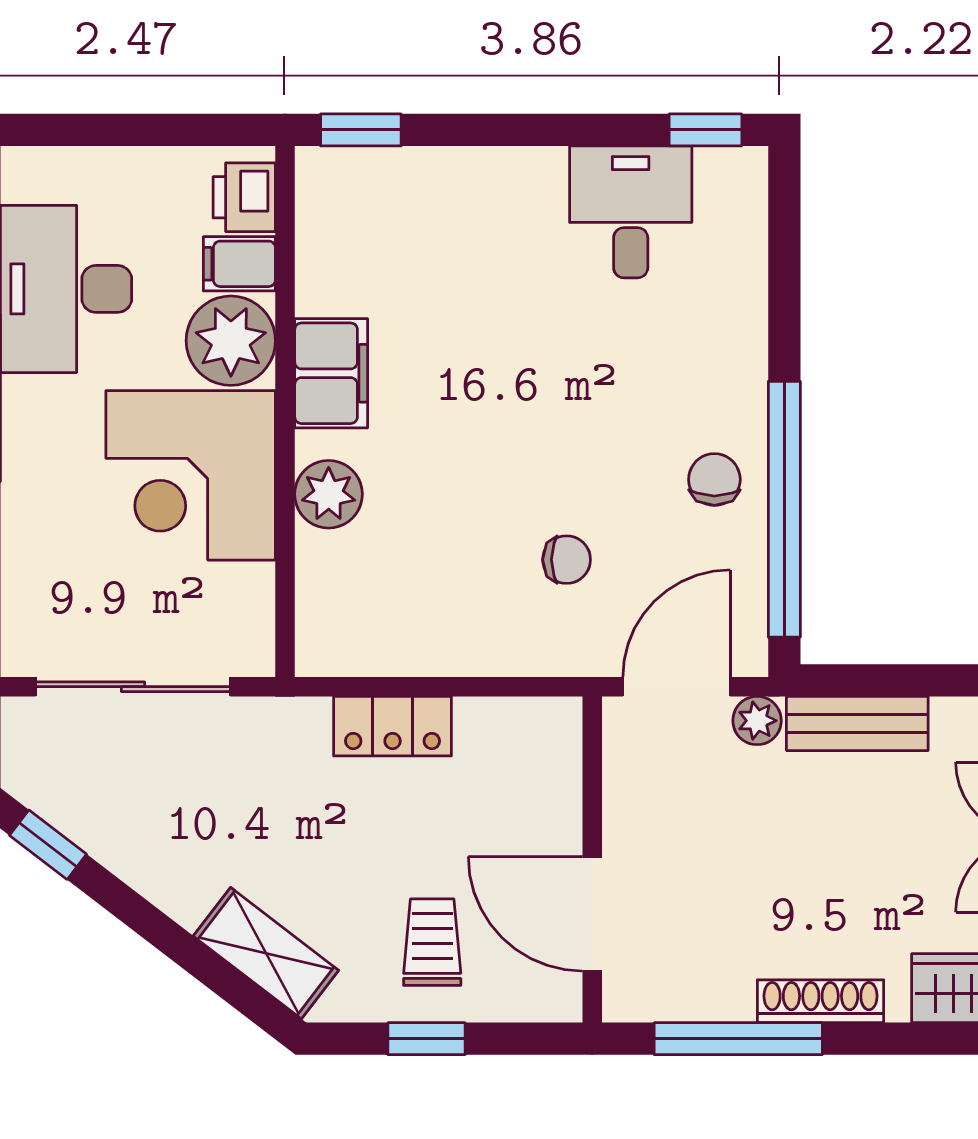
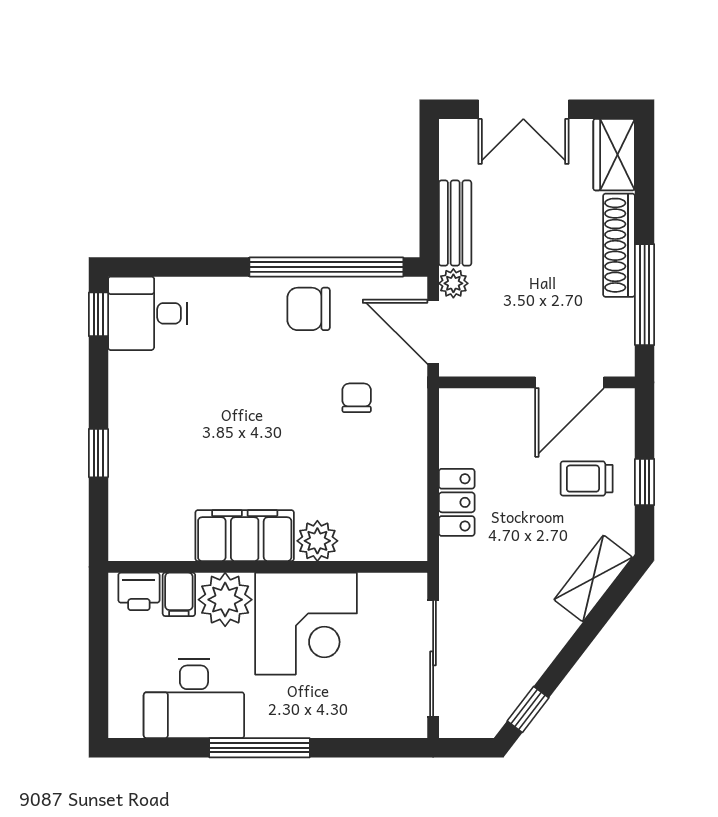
window: (361, 130) -> (98, 453), moved
desk: (631, 212) -> (148, 313), moved
filing cabinet: (331, 373) -> (245, 536), width x1.50, depth x1.17
chair: (714, 480) -> (309, 309), width x1.37, depth x1.37
shoe rack: (821, 1001) -> (619, 245), width x1.36, depth x1.24

